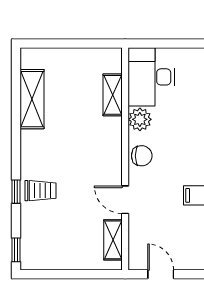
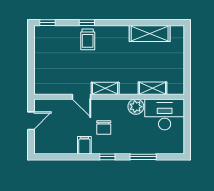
chair: (142, 156) -> (104, 127), moved
door: (125, 200) -> (81, 97), swing flipped
shelving: (113, 240) -> (105, 88), moved

